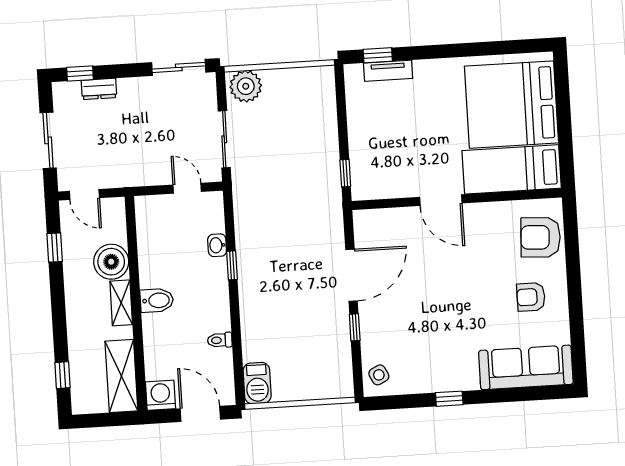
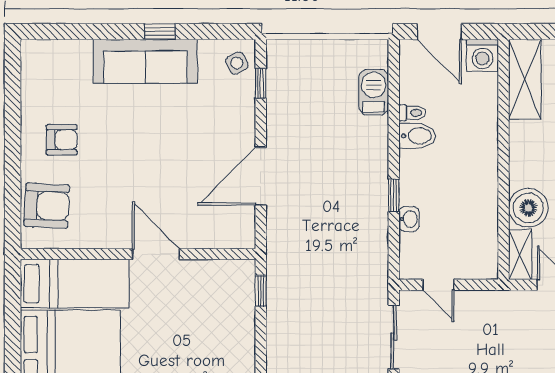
bidet: (157, 300) -> (417, 136), moved, turned 180
shelving: (121, 303) -> (520, 255), moved
window: (355, 327) -> (261, 83), moved
sofa: (526, 367) -> (145, 61), moved
barbecue: (257, 383) -> (374, 92), moved

